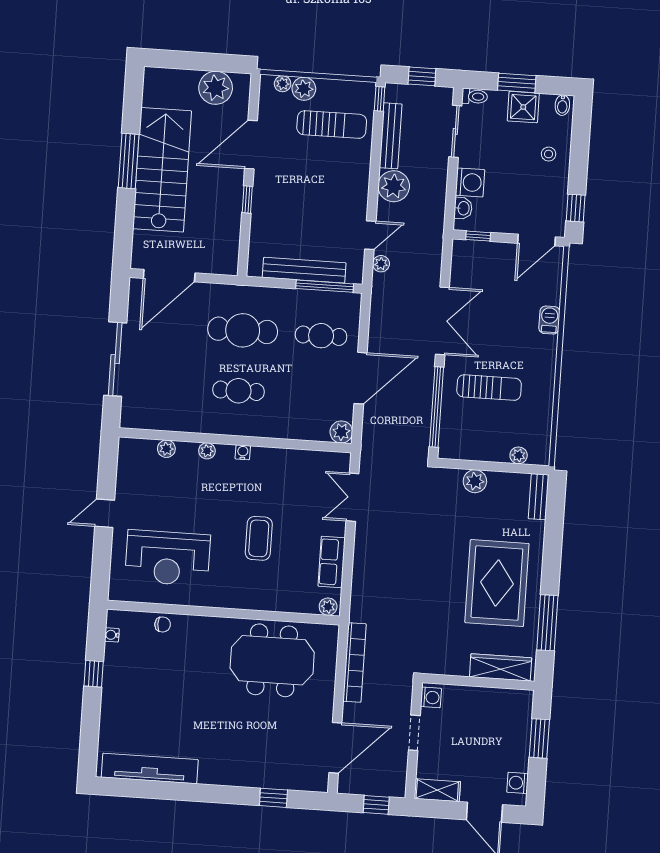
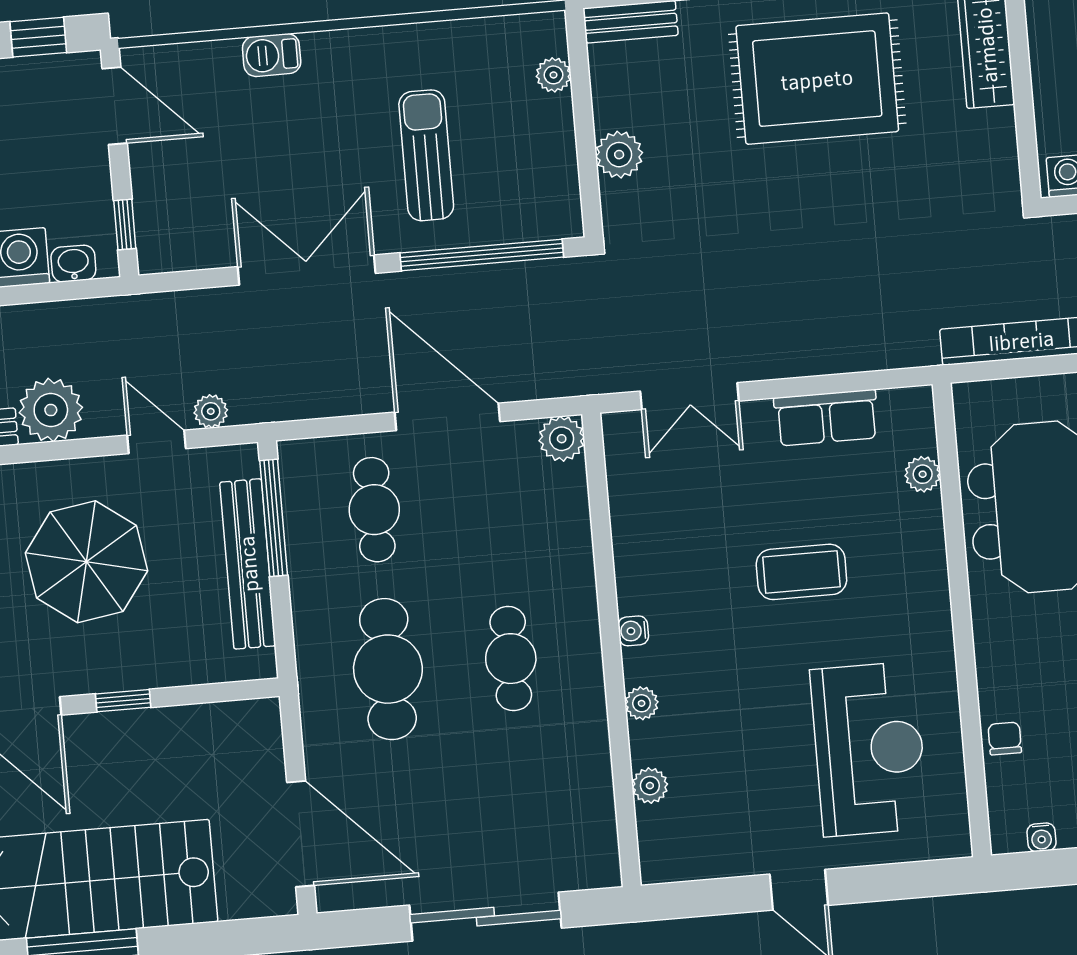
parasol: (317, 192) -> (87, 562), added
plant: (328, 607) -> (923, 474), moved

